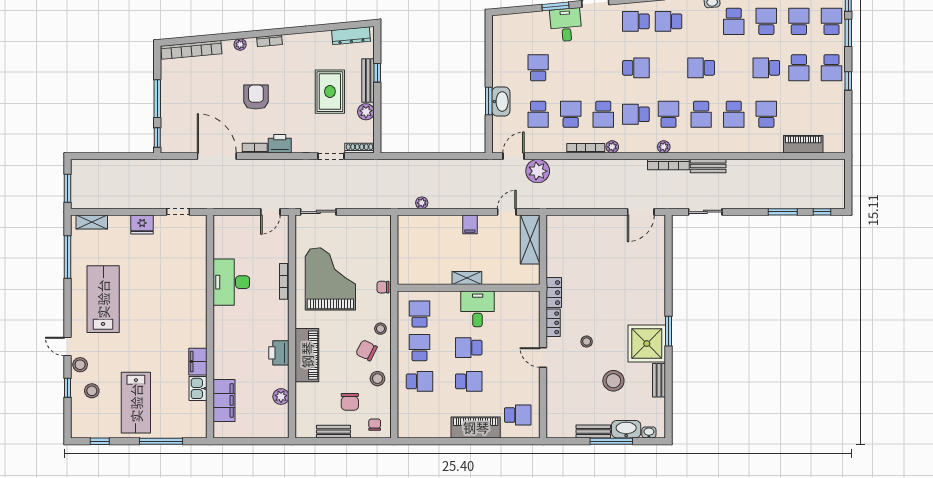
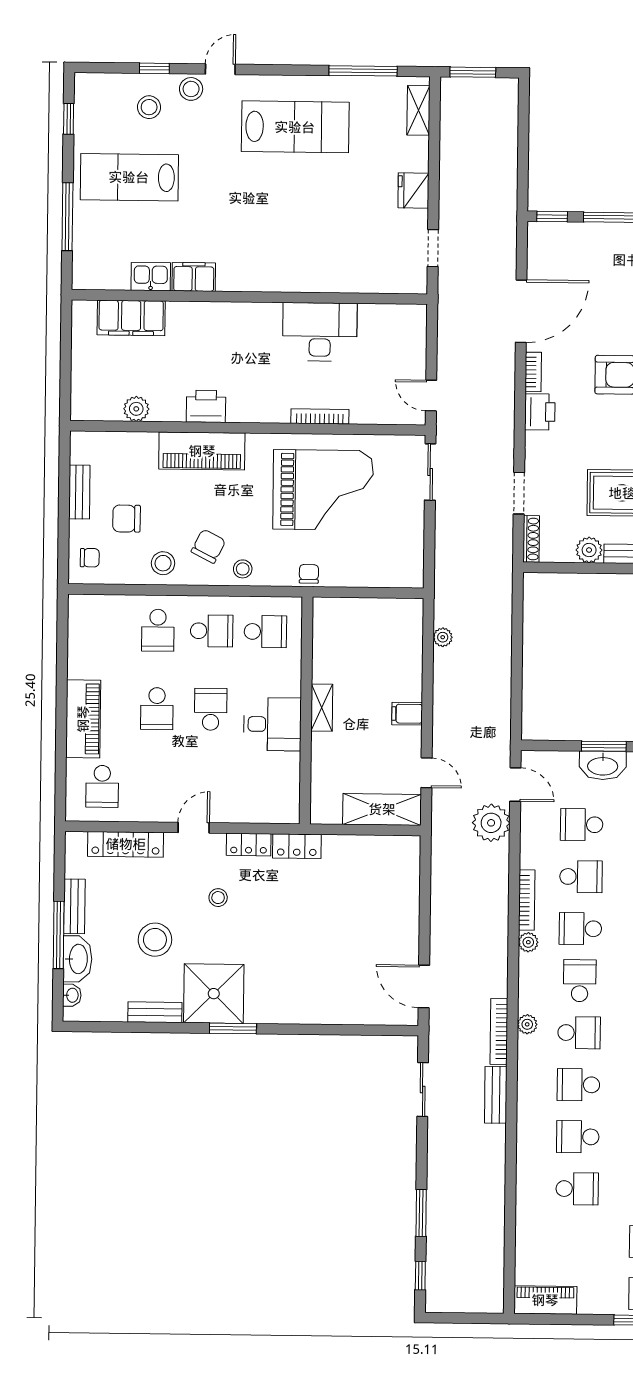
piano: (803, 144) -> (545, 1300), moved, turned -90
locker: (554, 400) -> (126, 844), added

